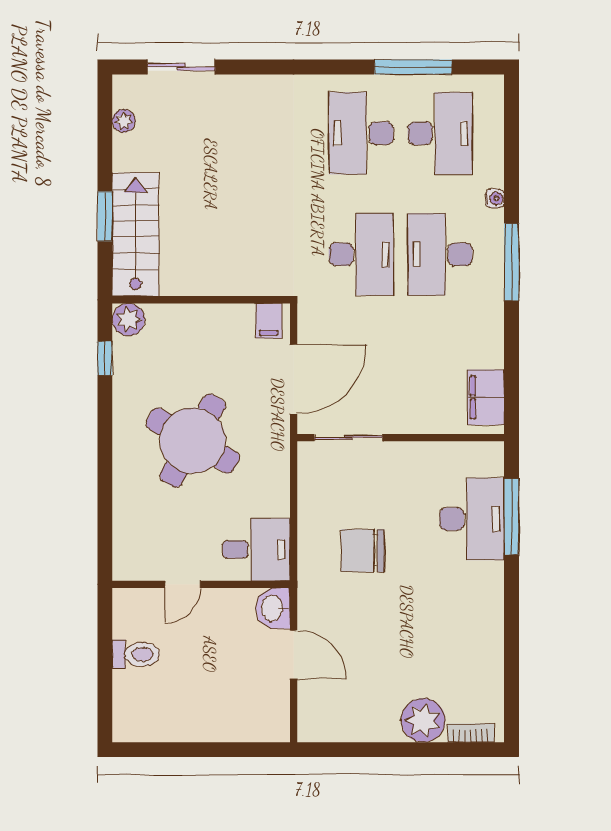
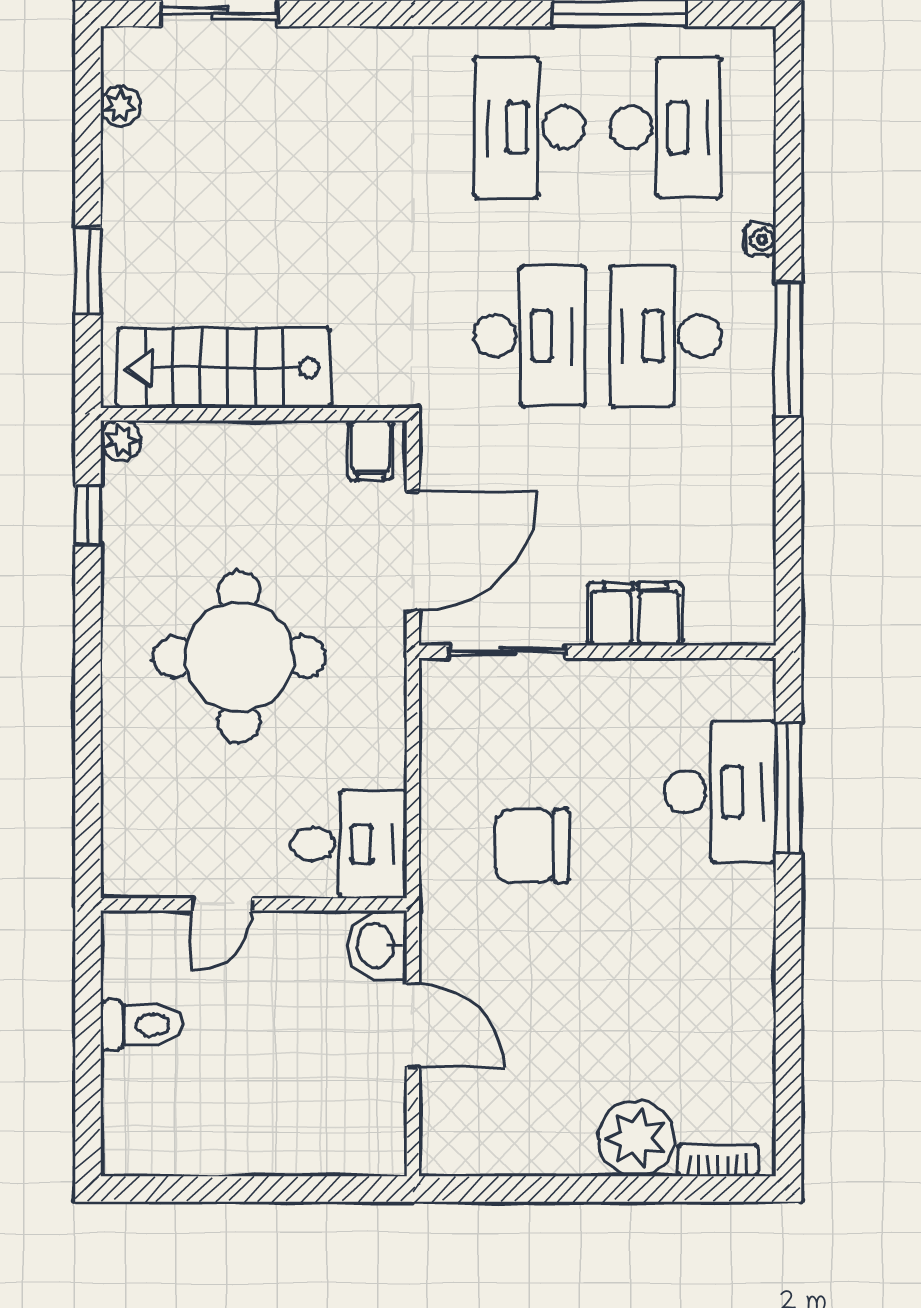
stairs: (136, 234) -> (224, 368), moved, turned -90
plant: (128, 320) -> (121, 441), width x0.73, depth x0.73
filing cabinet: (486, 397) -> (635, 614), moved, turned 90
round table: (193, 441) -> (239, 657), turned -30

